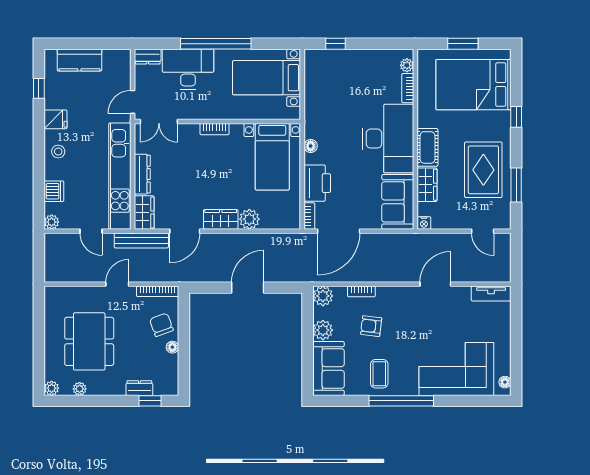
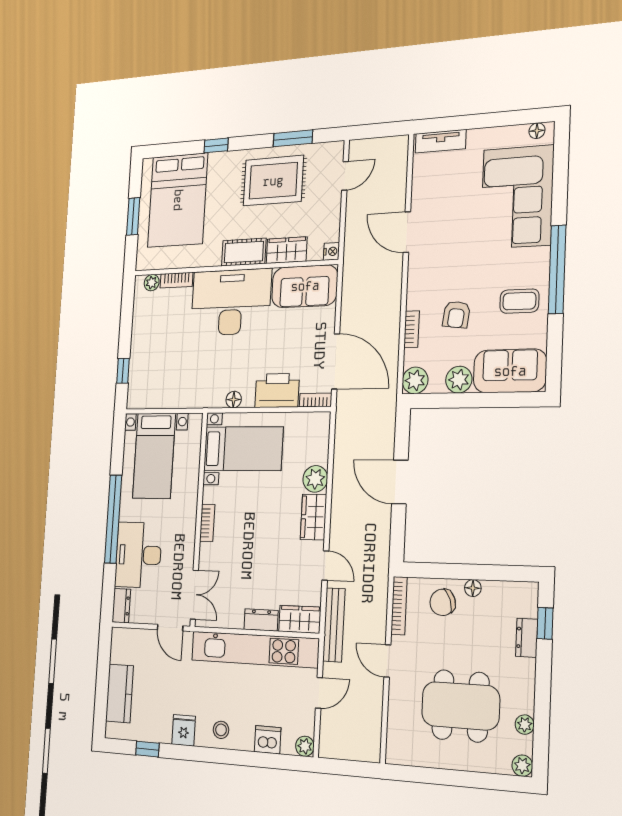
dresser: (142, 174) -> (261, 620), width x0.70
door: (185, 231) -> (325, 565), width x0.73
tv unit: (491, 293) -> (441, 141), moved, turned 90

